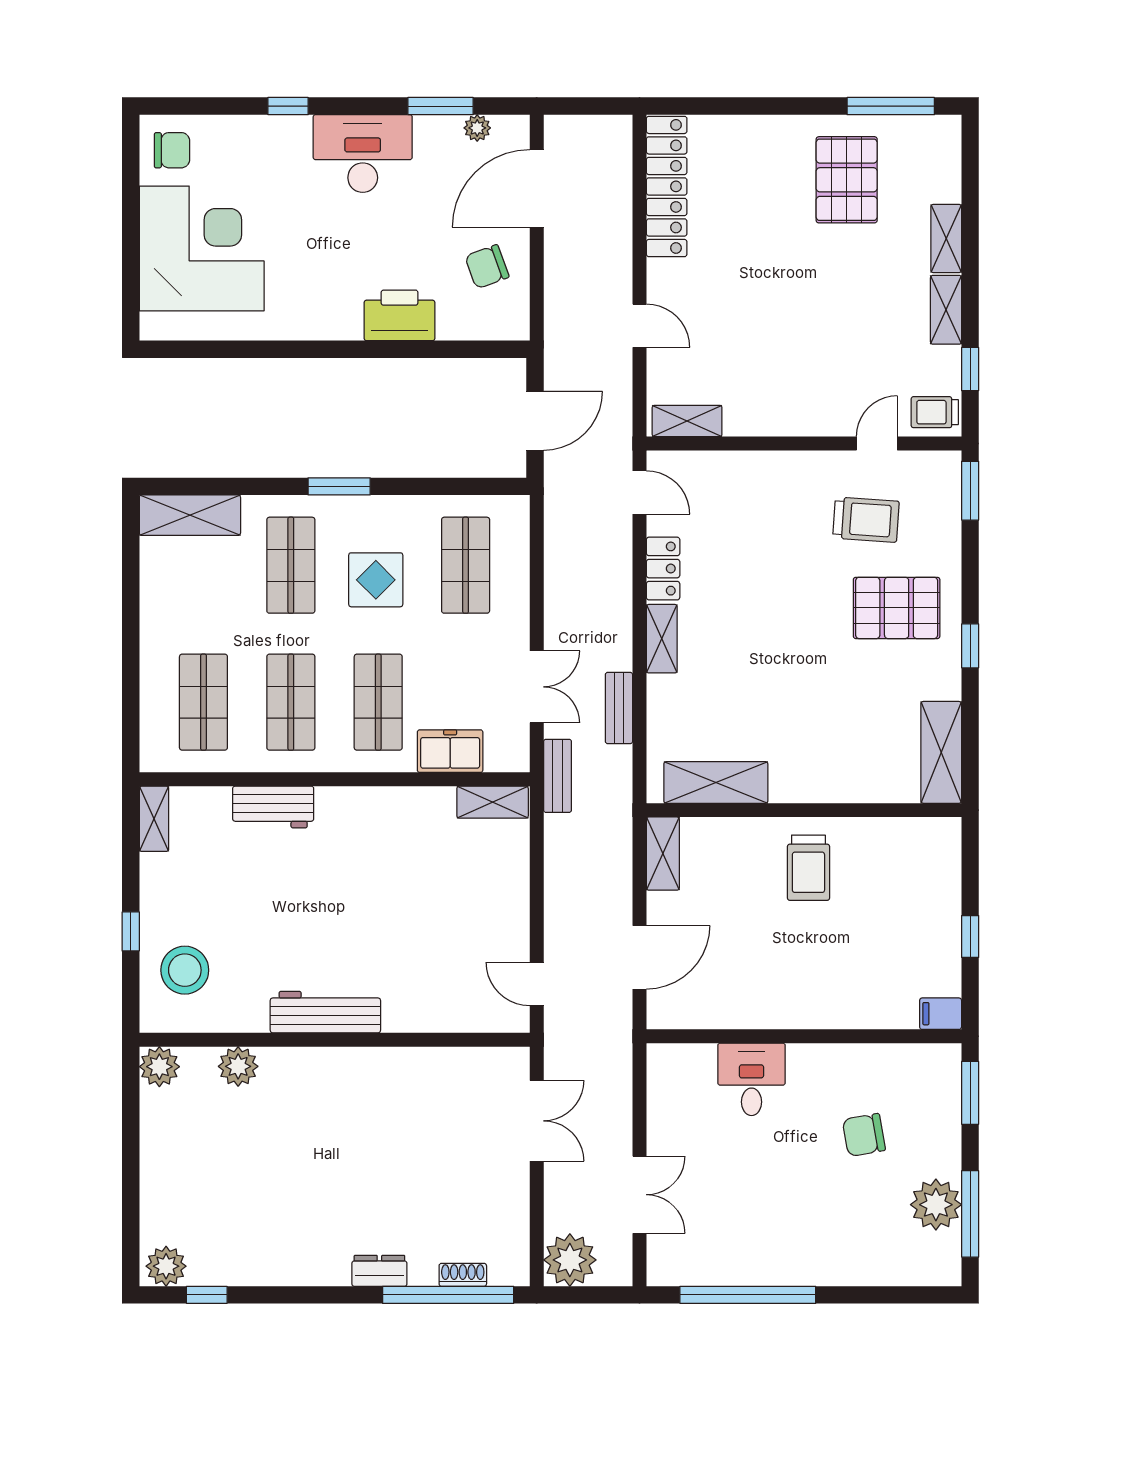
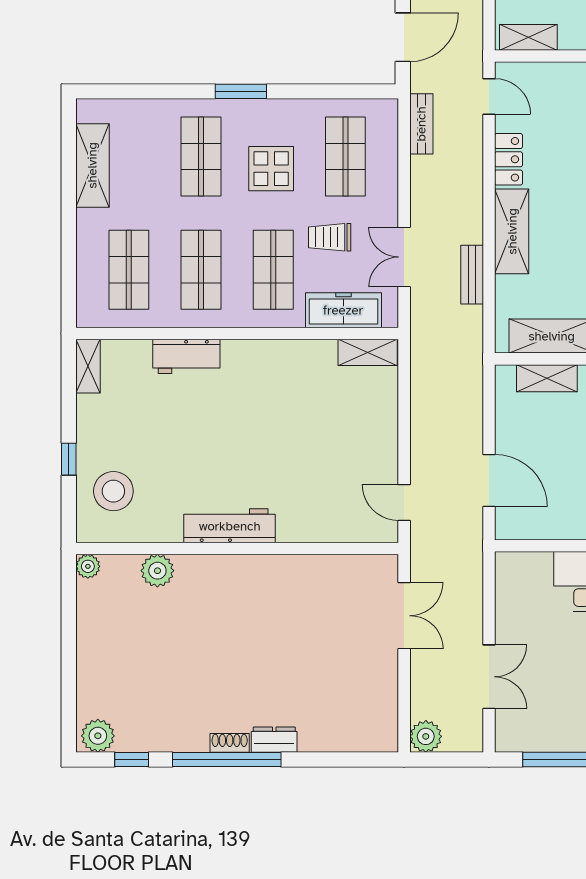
shelving: (190, 515) -> (92, 165), moved, turned 90
shelving: (662, 639) -> (512, 231), width x1.50, depth x1.33
trolley: (446, 663) -> (330, 237), added
double door: (537, 687) -> (404, 257), swing flipped
freezer: (450, 751) -> (343, 310), width x1.40
bench: (558, 776) -> (421, 124), moved
shelving: (663, 854) -> (547, 378), moved, turned 90
door: (639, 957) -> (489, 481), hinge flipped
plant: (159, 1067) -> (88, 566), width x0.73, depth x0.73
plant: (570, 1260) -> (426, 736), width x0.73, depth x0.73
shoe rack: (463, 1275) -> (230, 743), moved
window: (448, 1295) -> (227, 759), moved

